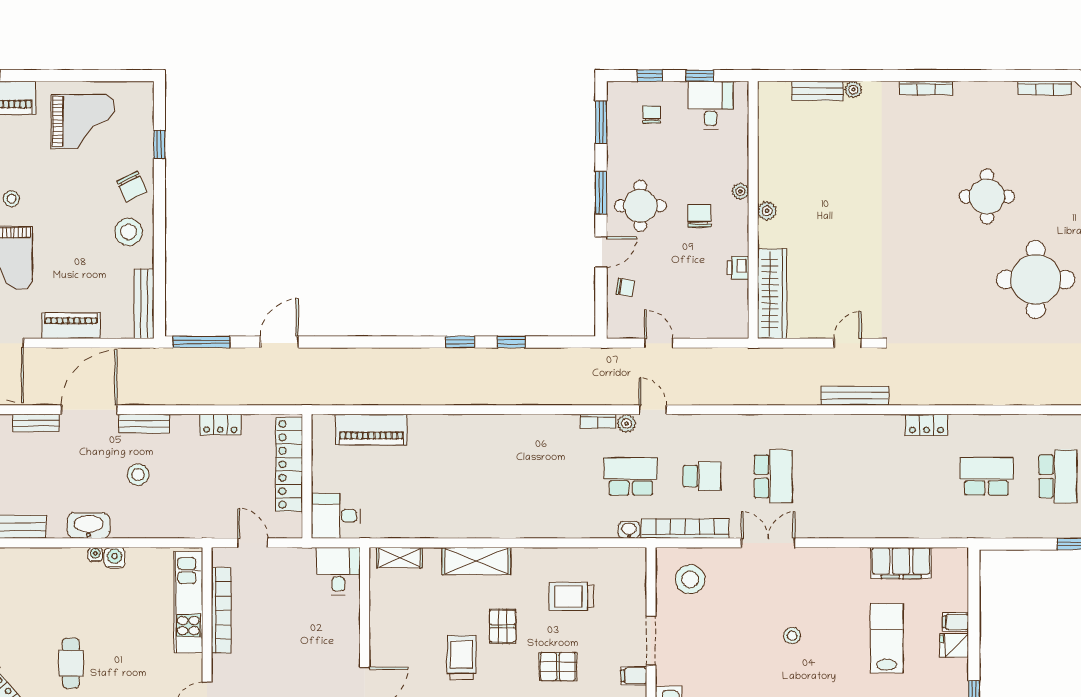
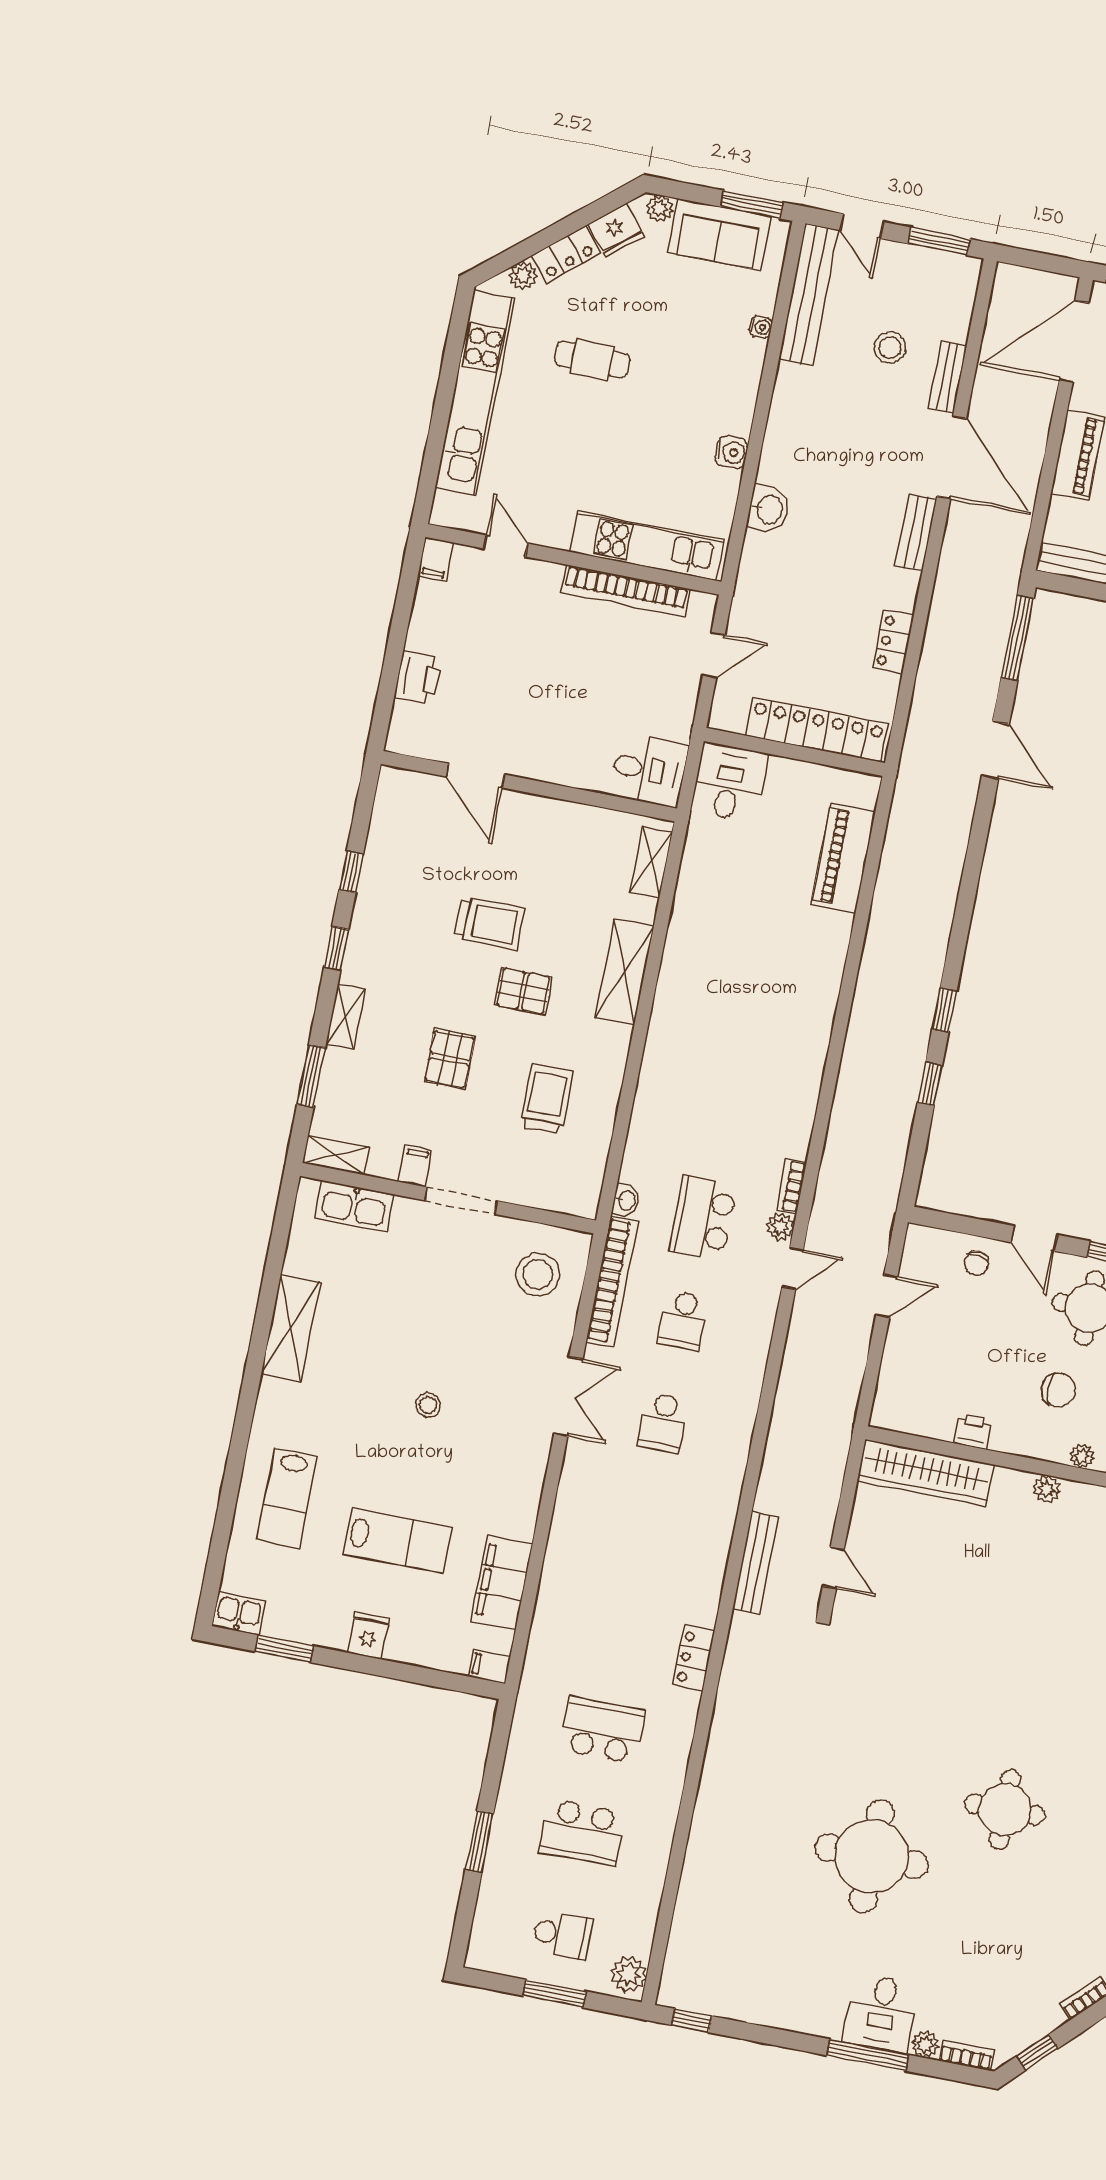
stool: (138, 475) -> (890, 347), moved
school desk: (631, 476) -> (703, 1218), turned 180
school desk: (773, 476) -> (663, 1423), width x0.54
school desk: (987, 476) -> (602, 1730), turned -90
washbasin: (88, 525) -> (768, 509), moved, width x0.72
water cooler: (95, 554) -> (761, 327), moved
filing cabinet: (956, 622) -> (490, 1666), moved, turned -90

